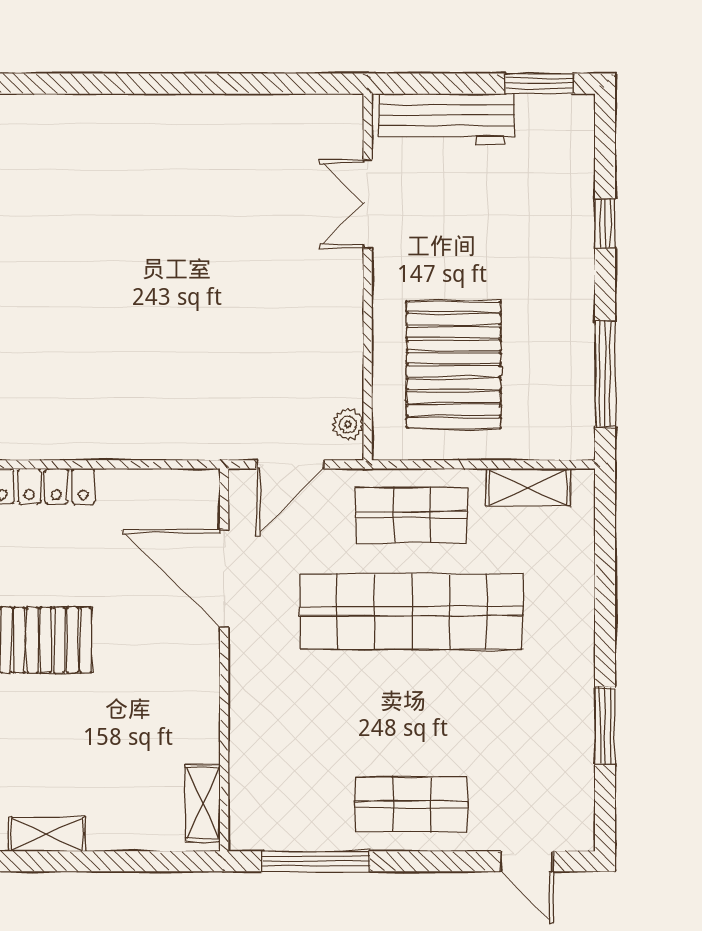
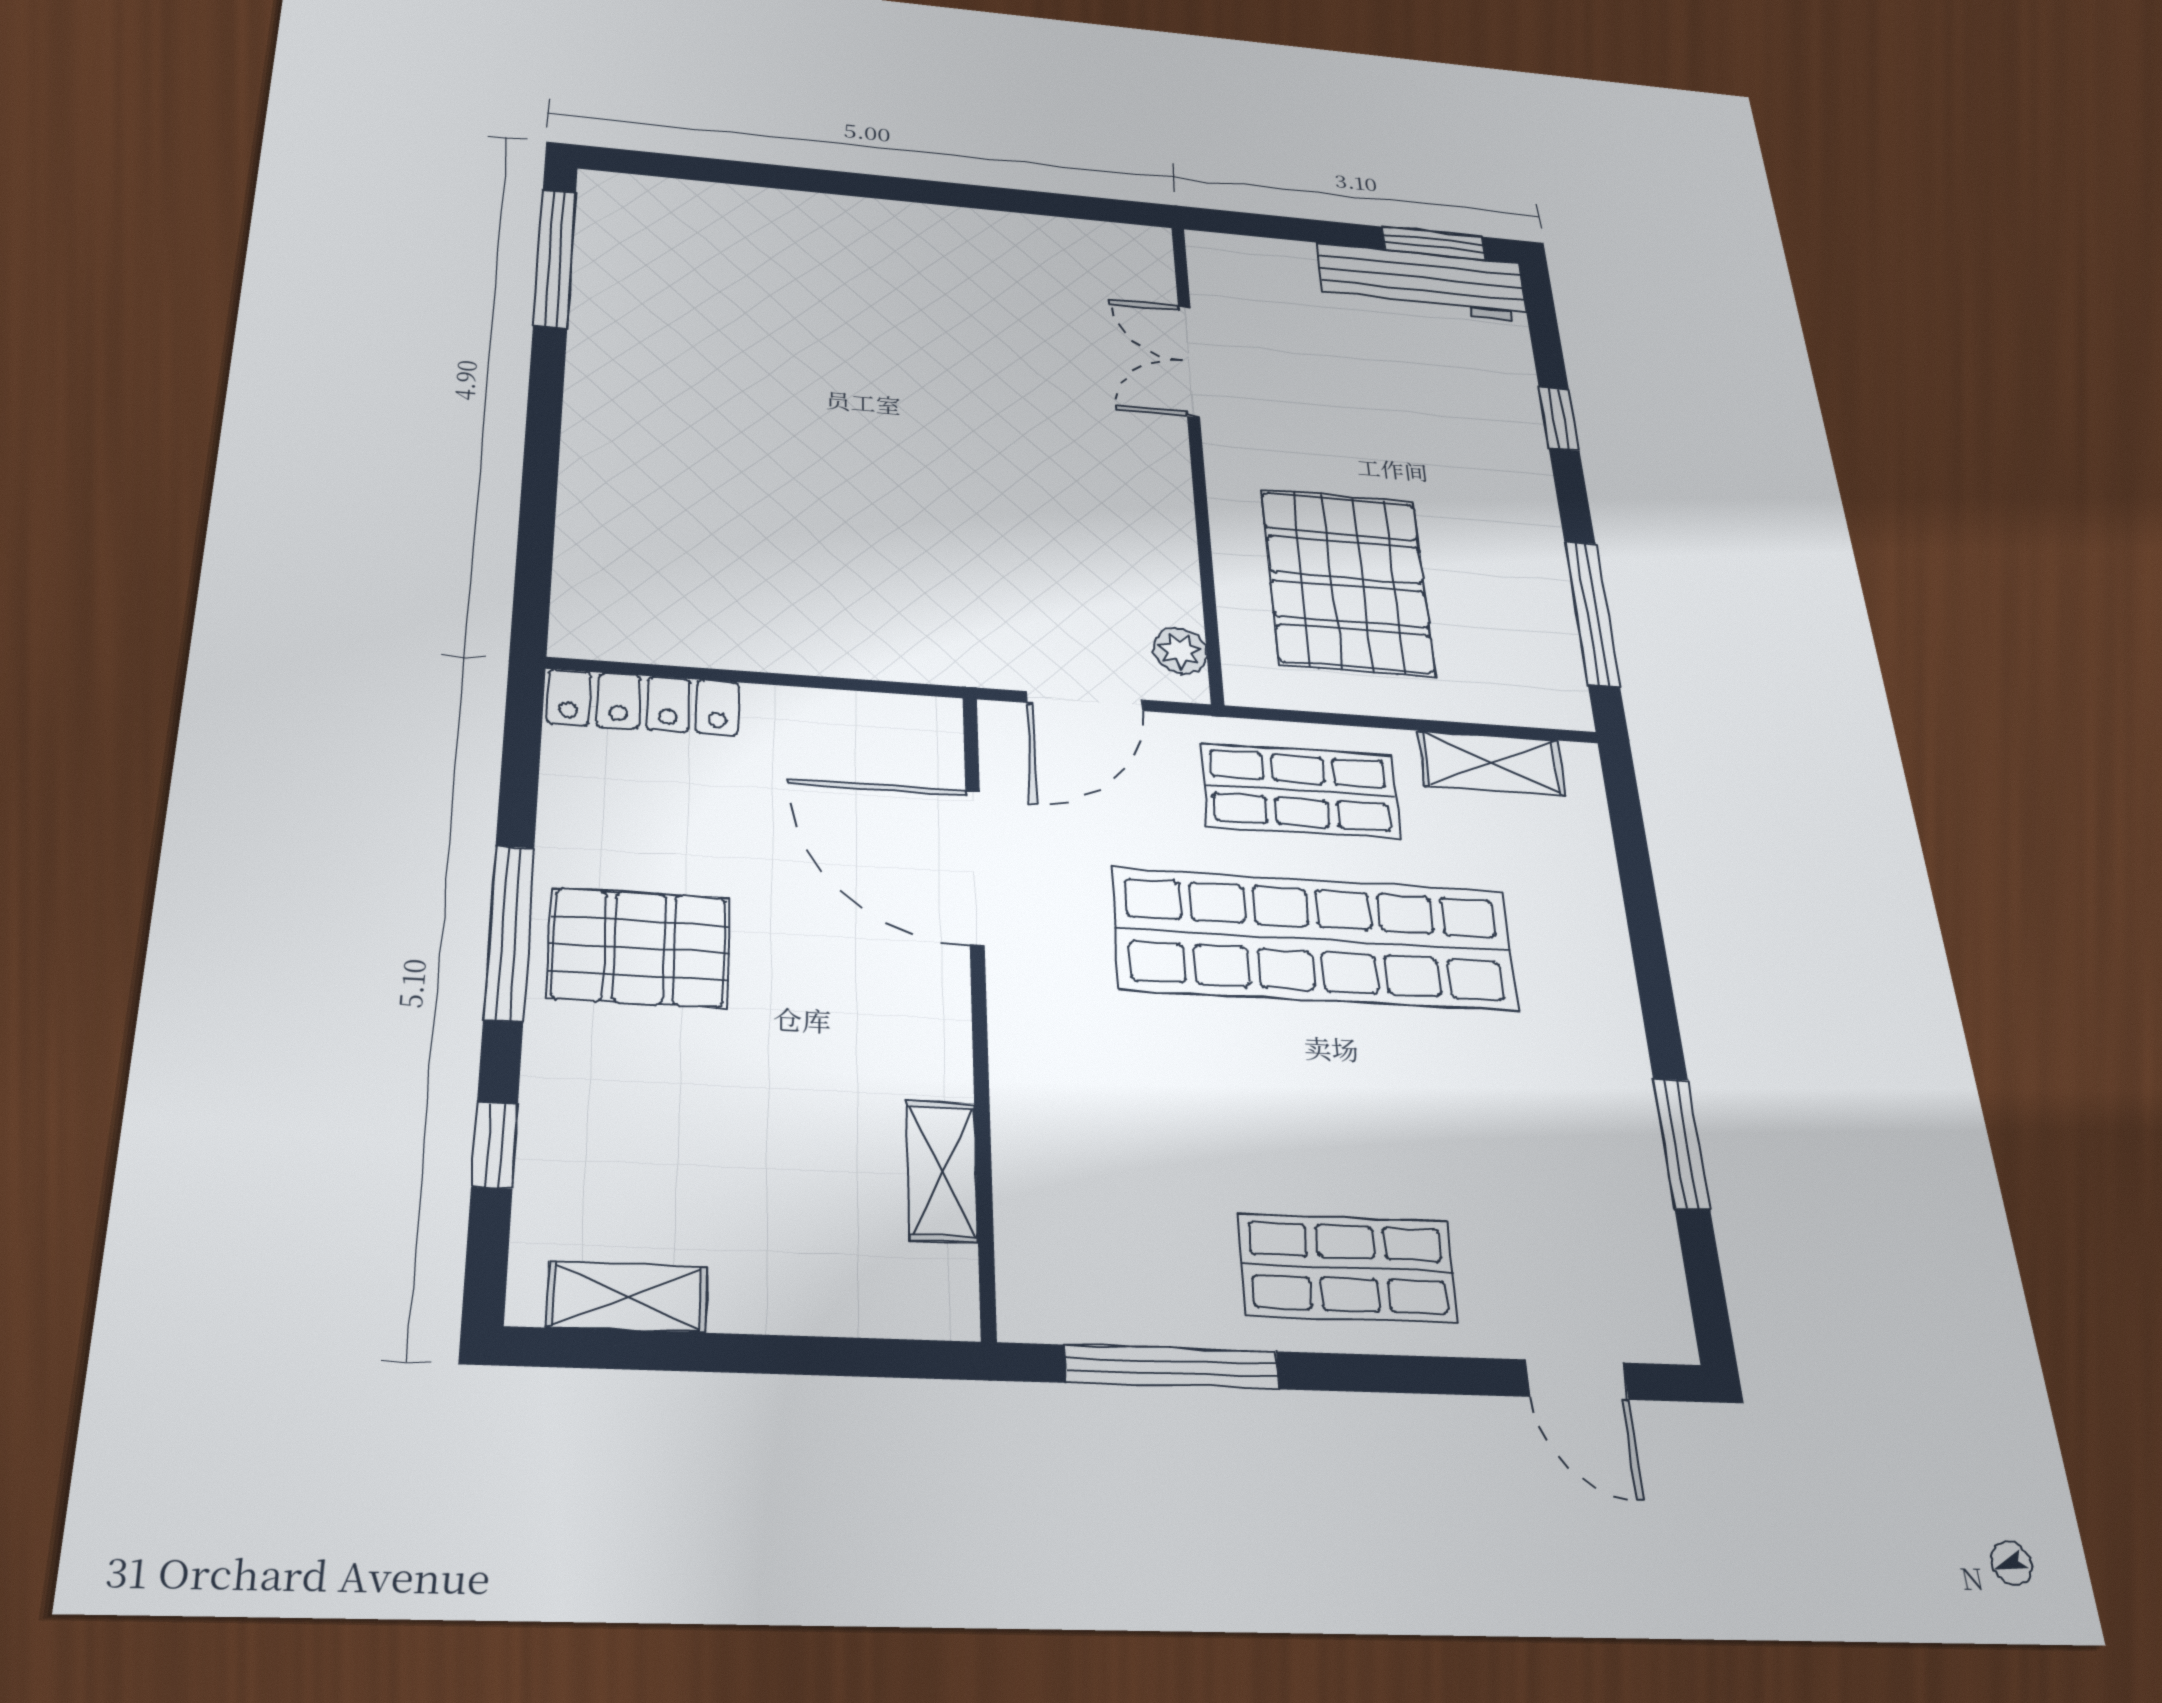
workbench: (447, 119) -> (1422, 282), moved
shelving: (203, 803) -> (942, 1171), moved

